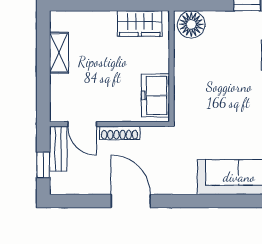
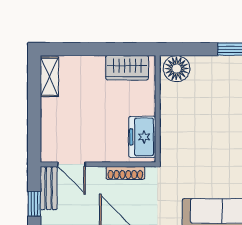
shelving: (59, 53) -> (49, 77), moved
shoe rack: (120, 133) -> (125, 173), moved

